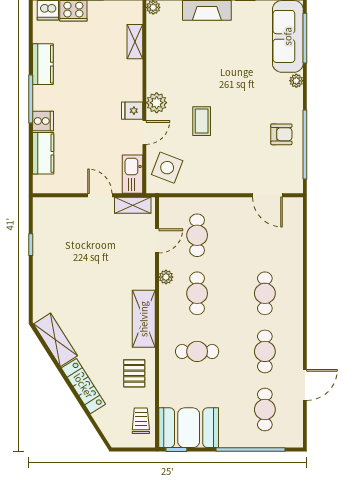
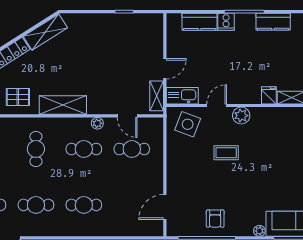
fridge: (132, 111) -> (269, 95), moved
door: (144, 132) -> (217, 105), swing flipped

